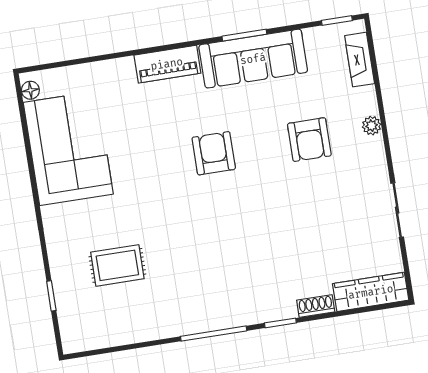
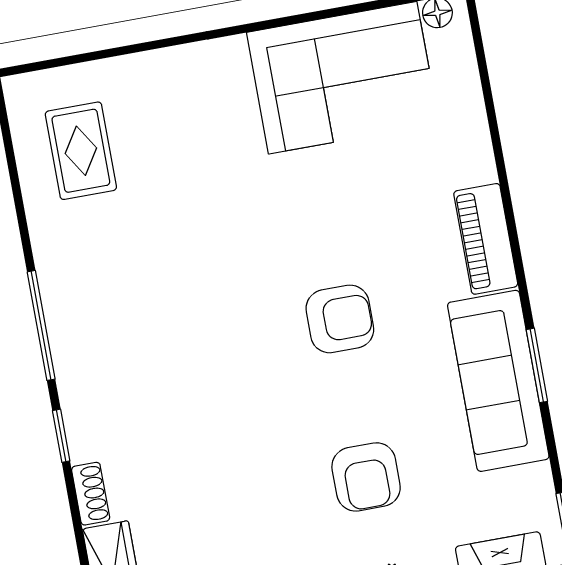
armchair: (309, 140) -> (366, 477), turned -90
rug: (117, 265) -> (81, 151), moved
window: (51, 296) -> (97, 55), removed

